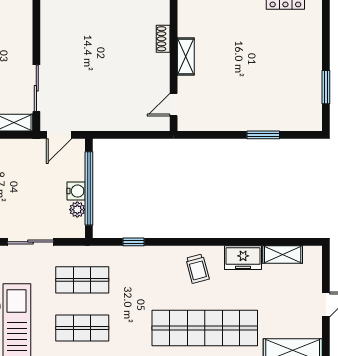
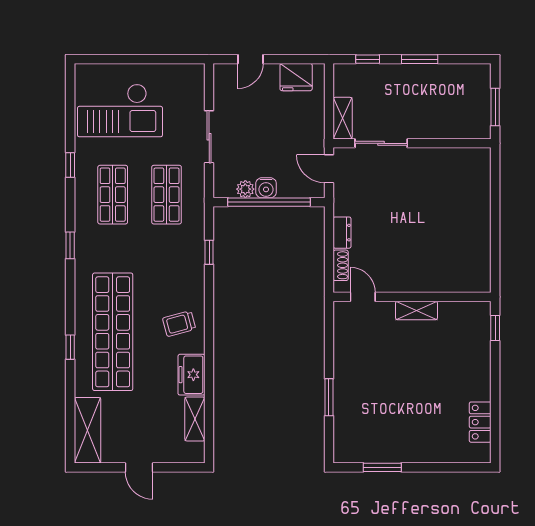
shoe rack: (163, 39) -> (341, 265), moved, turned 90
dresser: (116, 123) -> (342, 233), added

